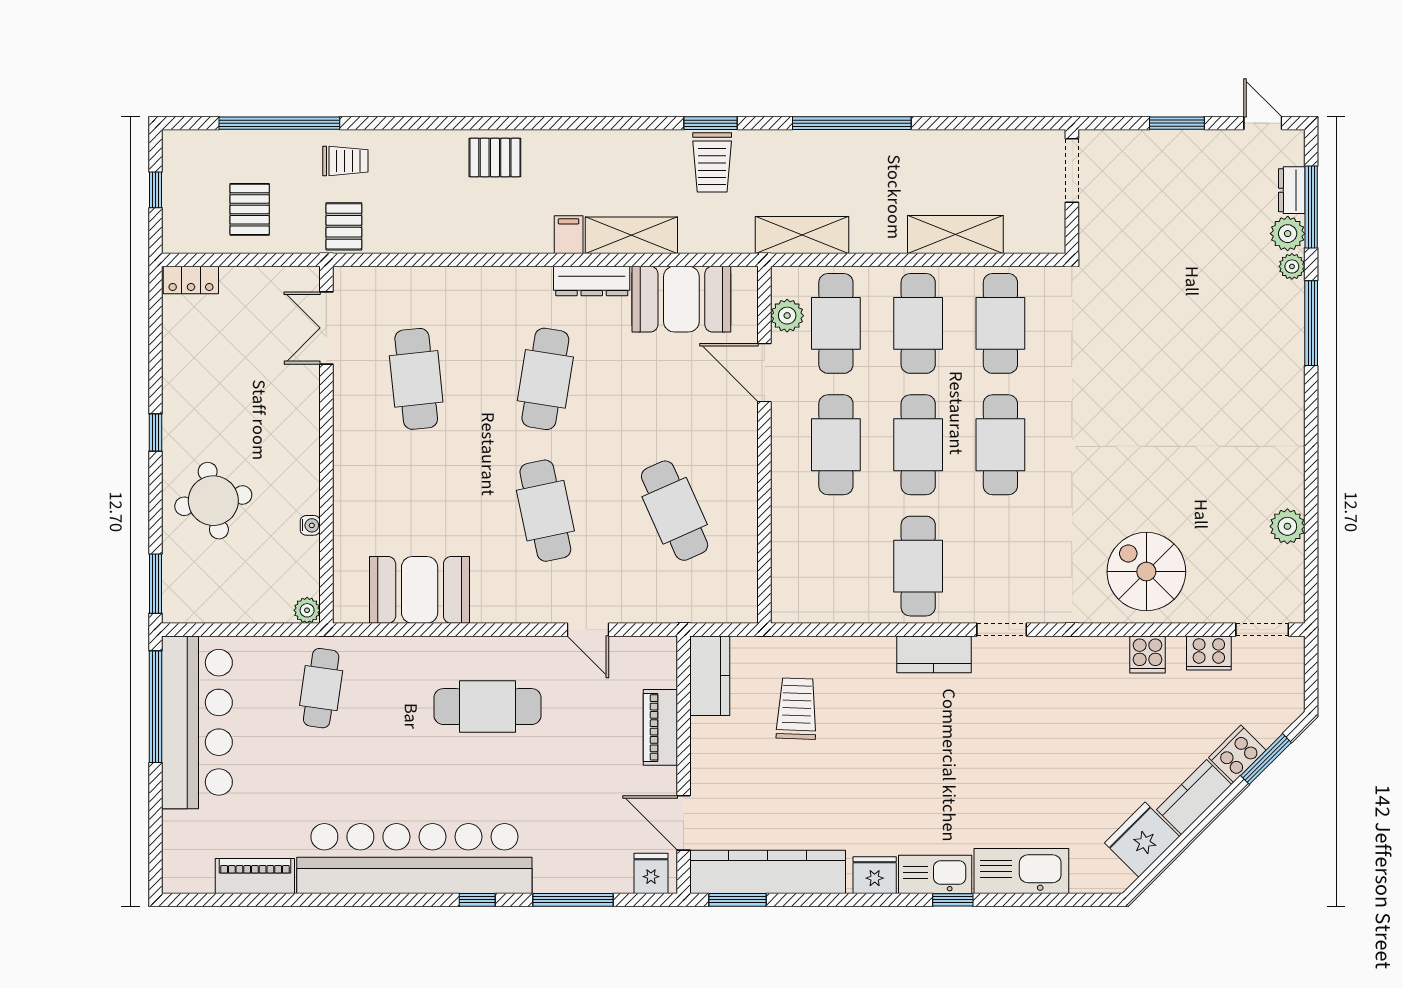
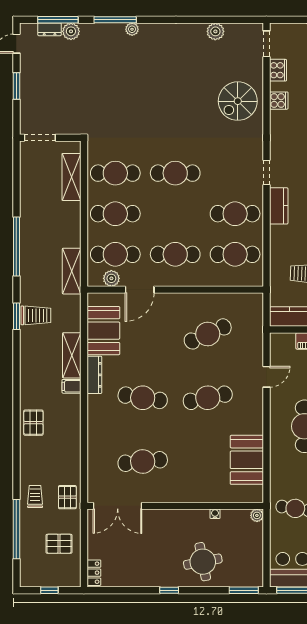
pallet: (344, 226) -> (67, 497), turned 90
shelving: (955, 235) -> (71, 177), moved
plant: (1292, 266) -> (132, 29), moved
double door: (326, 328) -> (118, 506), width x1.37
cafe table: (918, 445) -> (235, 254), moved

